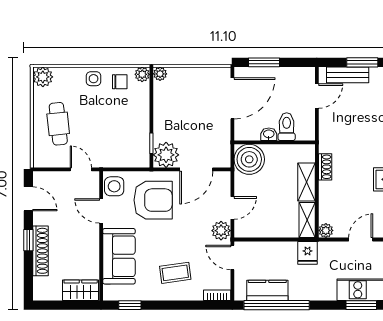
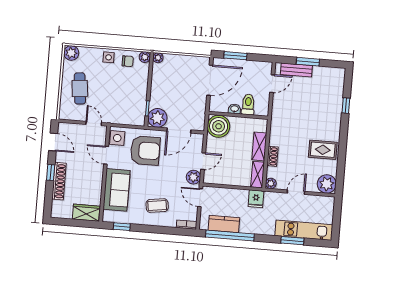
shoe rack: (325, 167) -> (272, 156), moved

